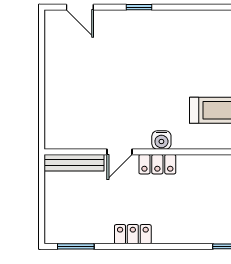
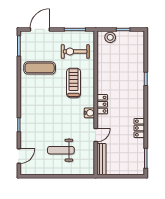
weight bench: (91, 86) -> (61, 150), added
door: (120, 152) -> (96, 135), hinge flipped
locker: (157, 164) -> (102, 104), moved

